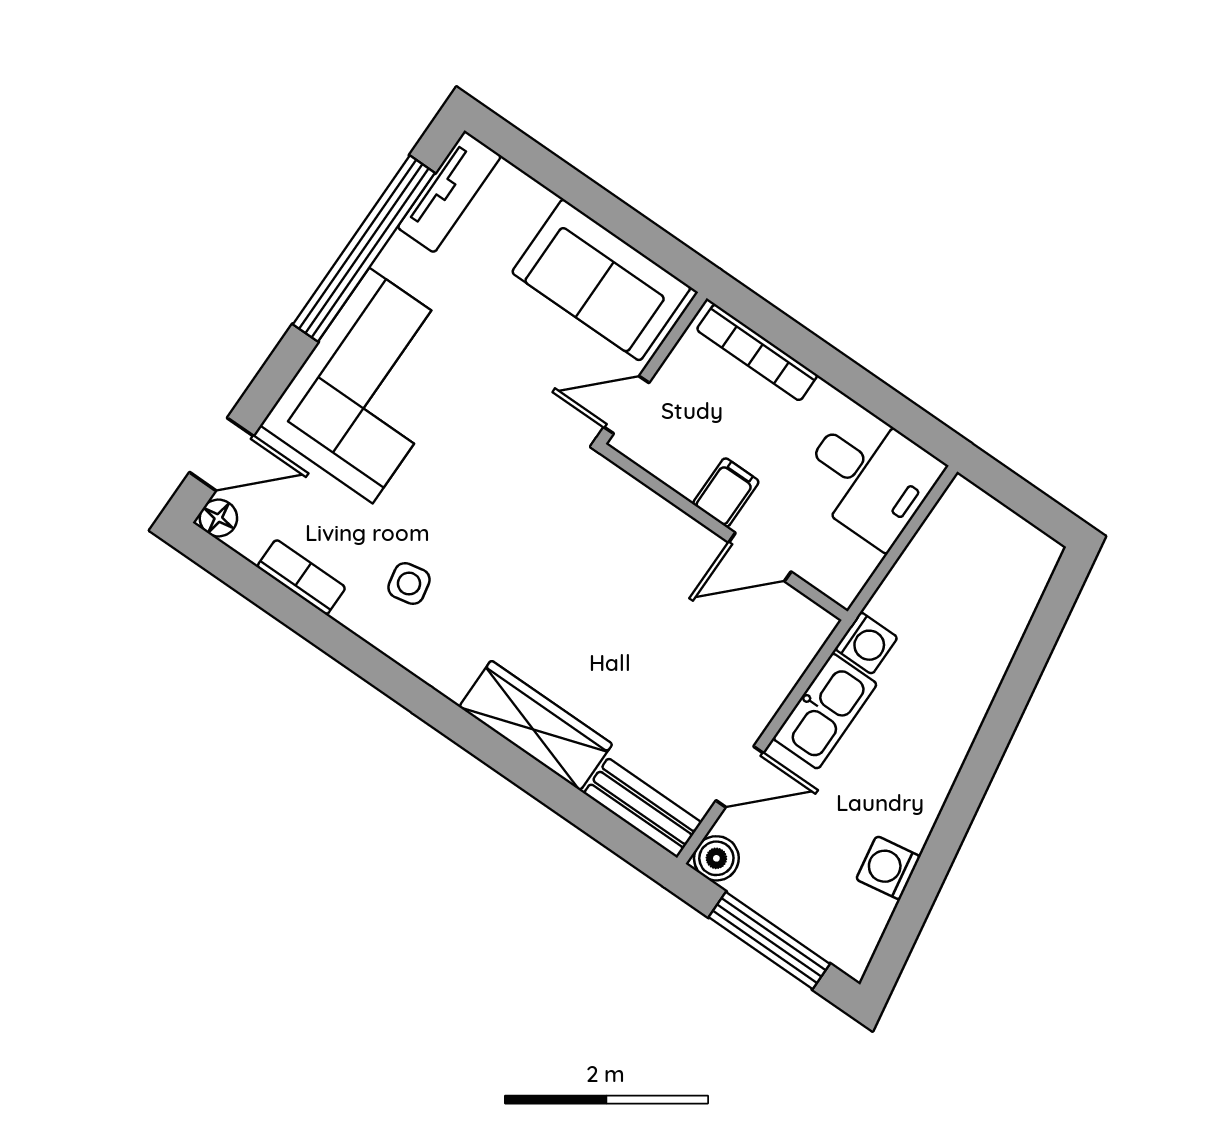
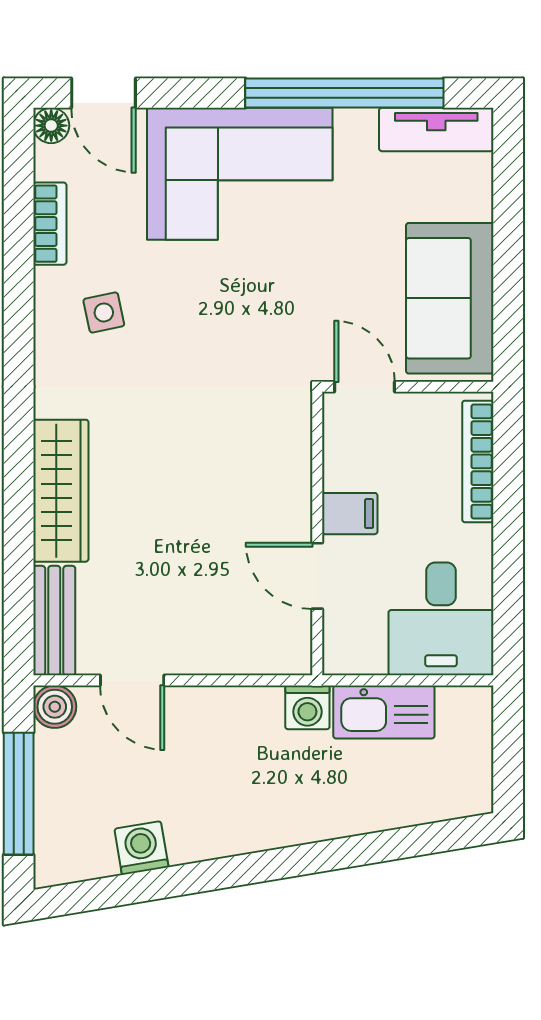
kitchen sink: (825, 711) -> (384, 712), moved

